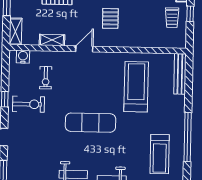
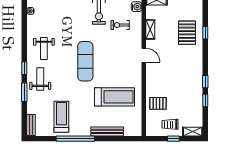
pallet: (110, 18) -> (158, 103), moved
bench: (180, 74) -> (107, 131), moved
treadmill: (160, 154) -> (61, 117), turned 90

